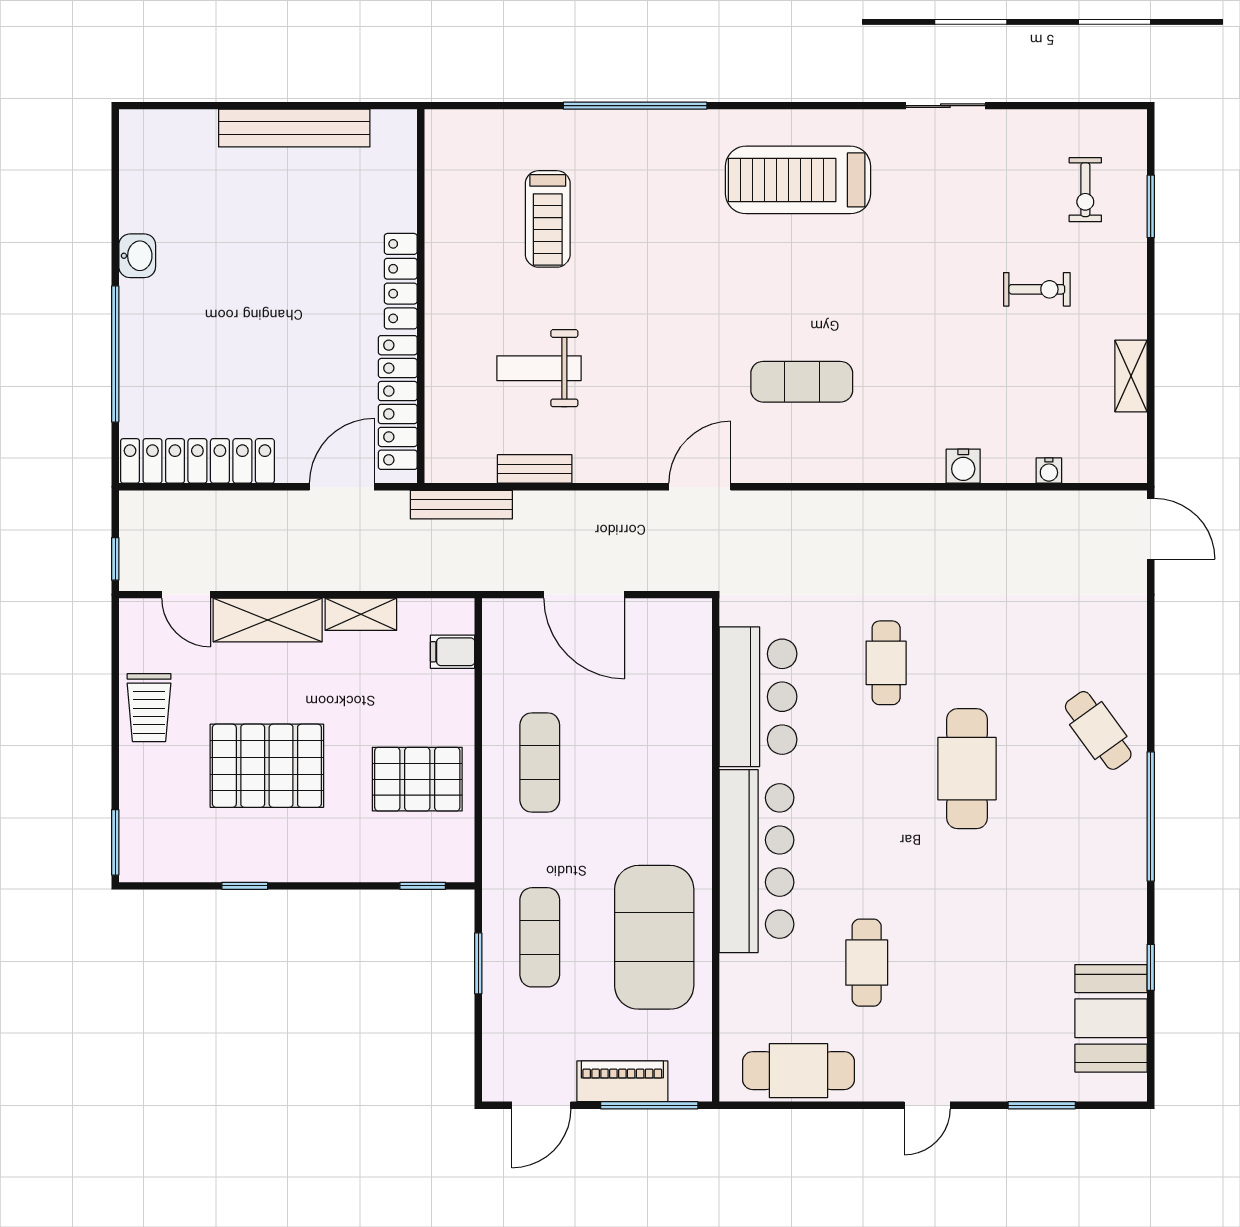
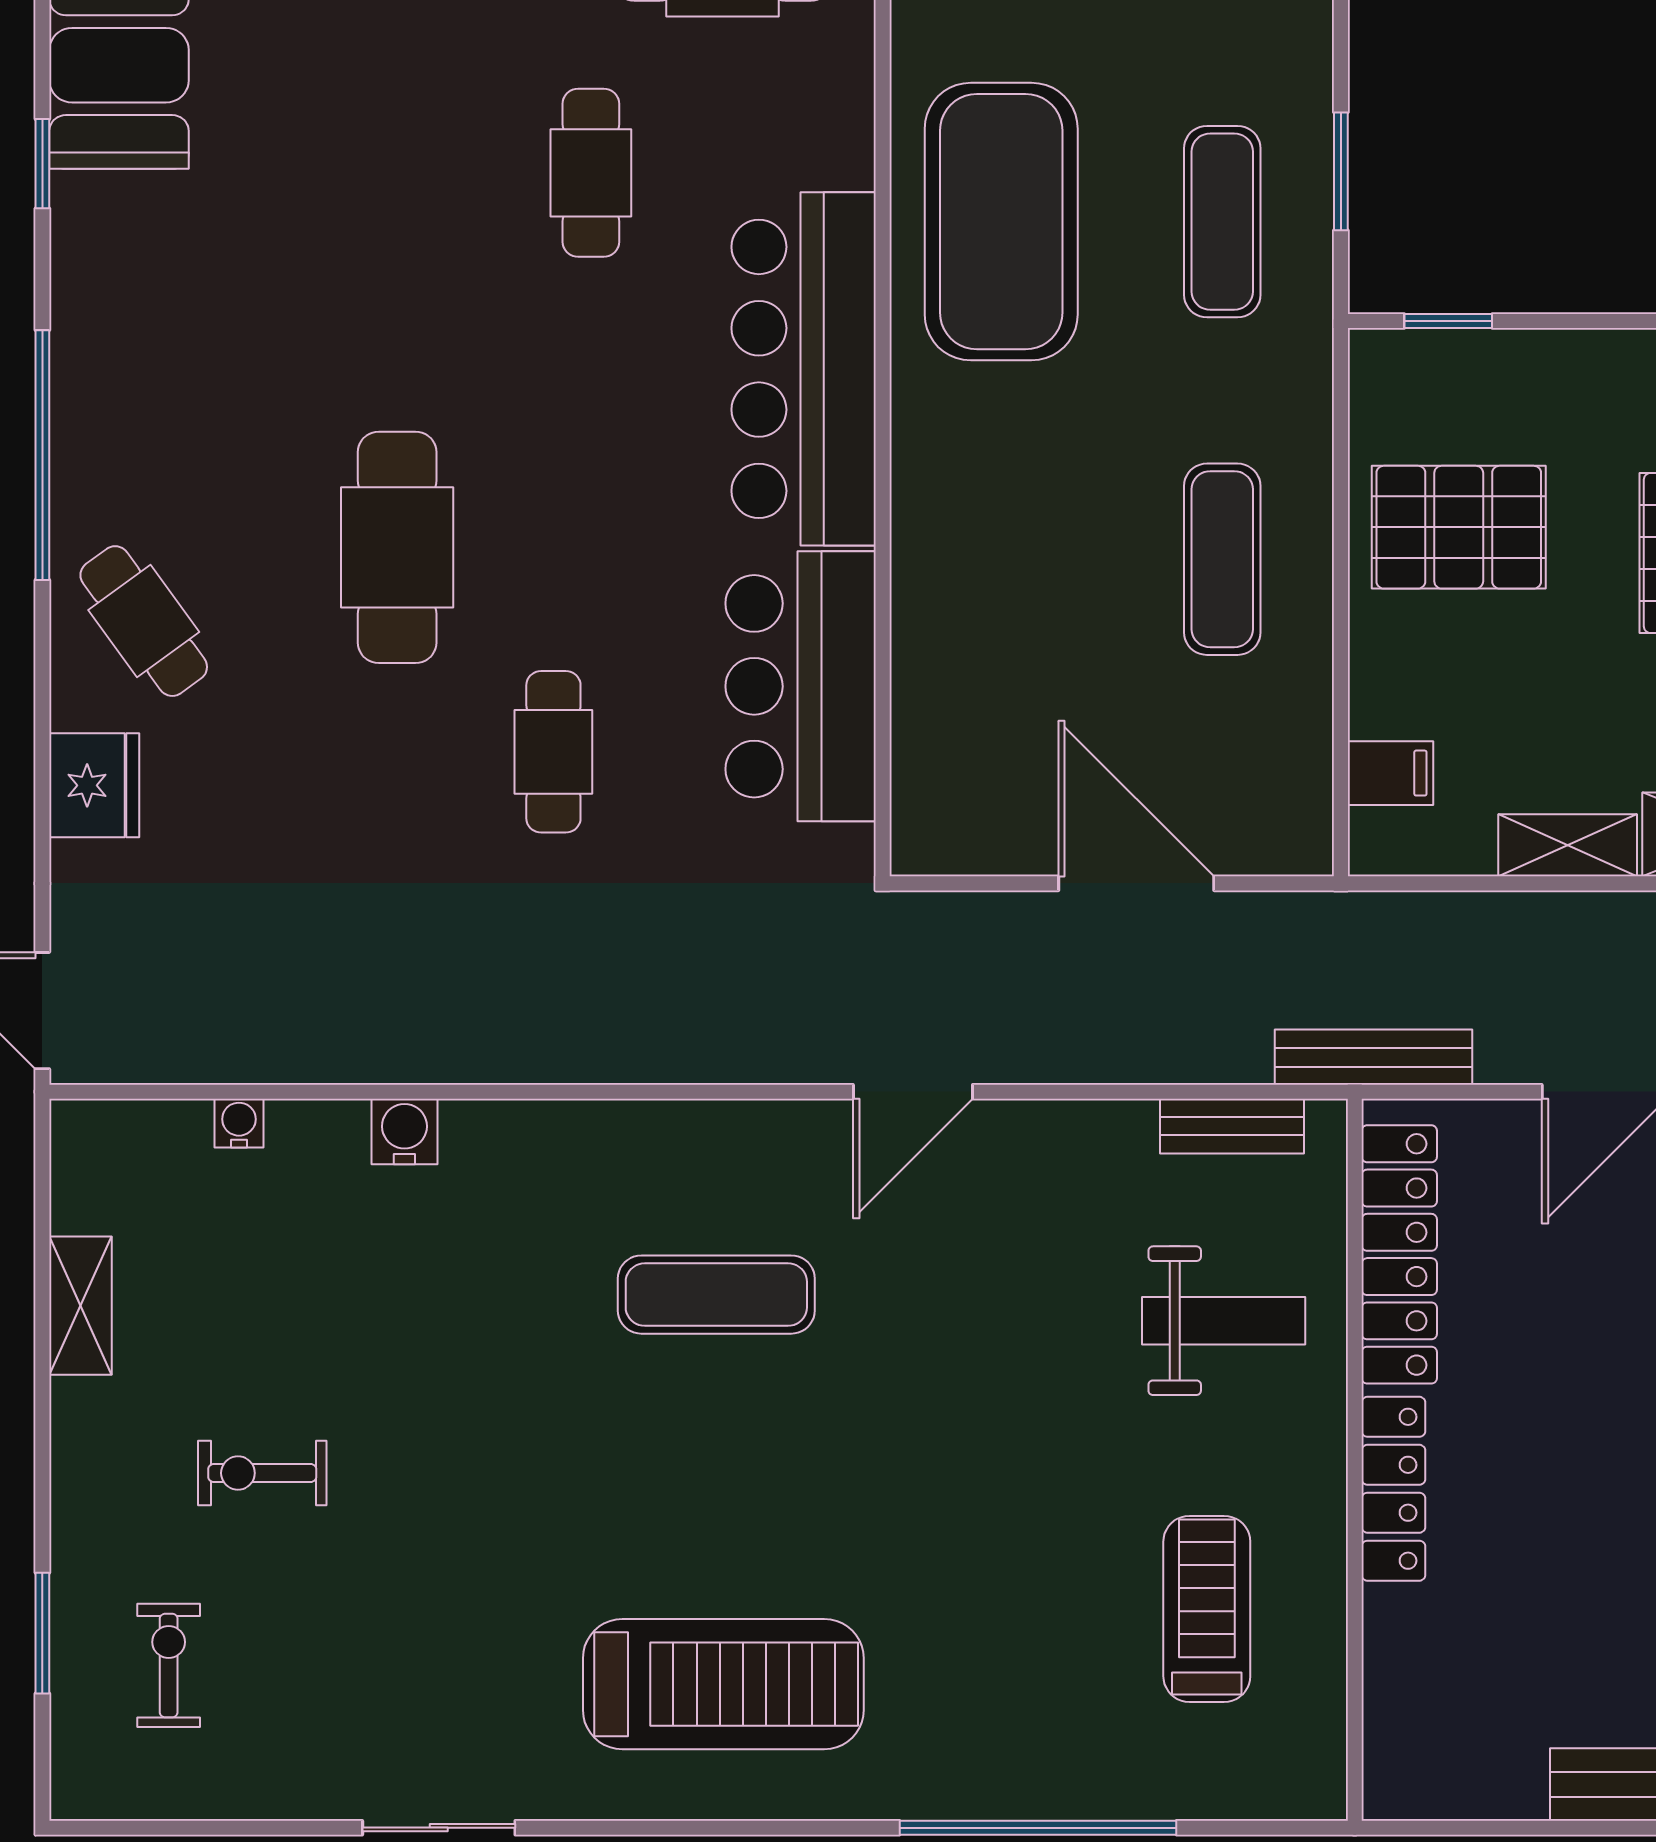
locker: (401, 281) -> (1393, 1489), moved
wall: (421, 296) -> (1355, 1460), moved
locker: (398, 402) -> (1399, 1254), moved
fridge: (1124, 645) -> (94, 785), added

